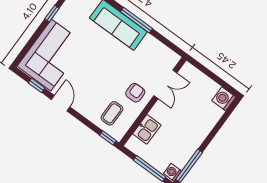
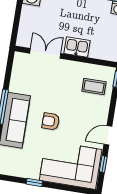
armchair: (135, 93) -> (51, 121), moved
kitchen sink: (147, 129) -> (77, 47), moved

